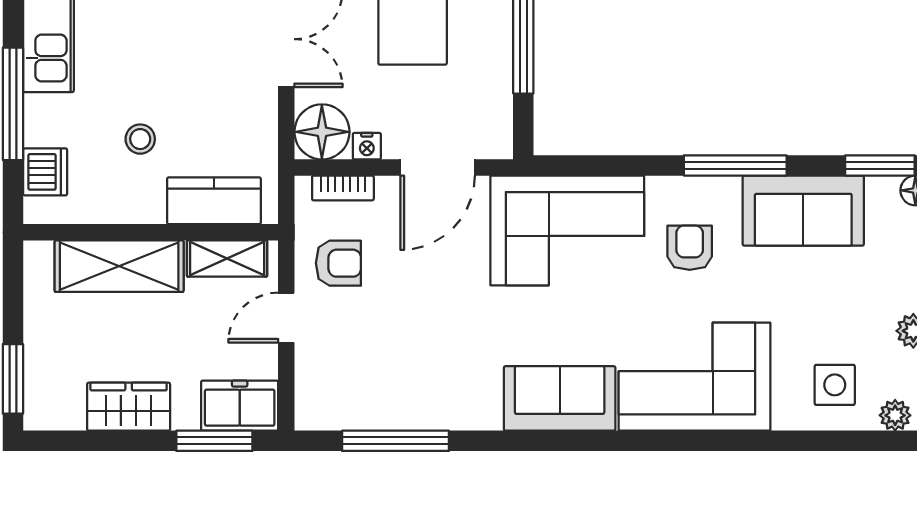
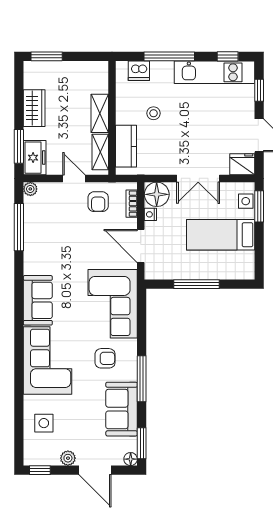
shelving: (119, 266) -> (100, 113), width x0.67, depth x0.75
plant: (895, 415) -> (30, 189), moved

